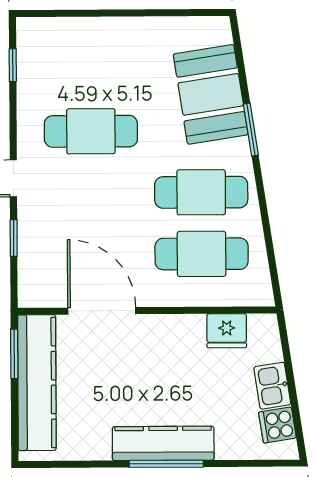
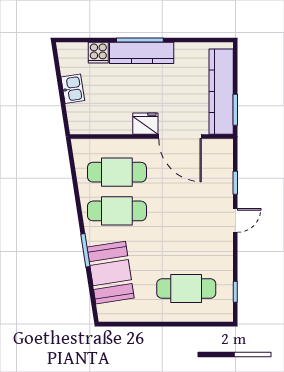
cafe table: (91, 131) -> (186, 289), moved
fridge: (227, 331) -> (145, 124), moved
cooker: (277, 425) -> (98, 53), moved, turned 99

